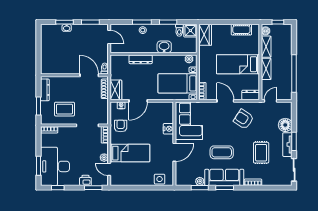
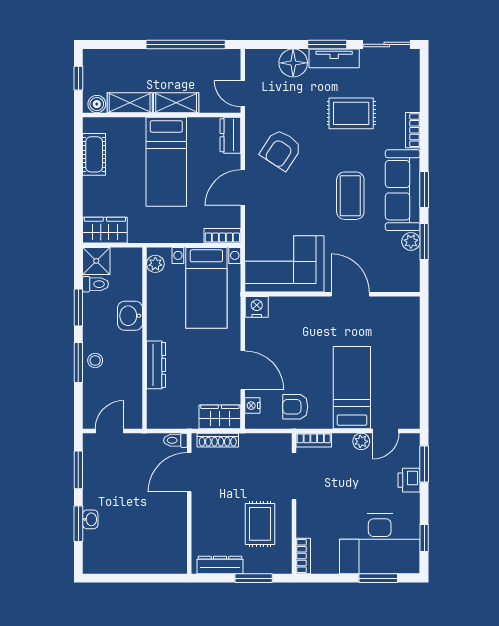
nightstand: (168, 129) -> (257, 307), moved
side table: (160, 179) -> (406, 325), removed

